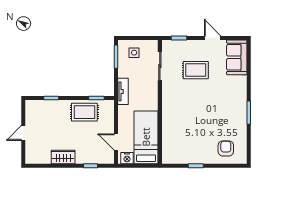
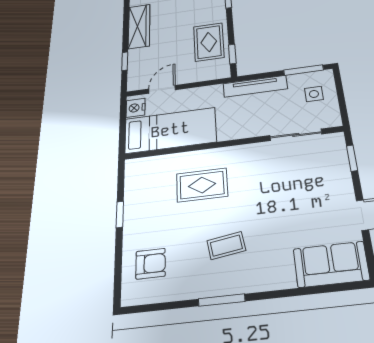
rug: (196, 70) -> (202, 185), moved, turned 90
tv unit: (123, 91) -> (255, 86), width x1.41
coffee table: (221, 109) -> (226, 246), added
wardrobe: (63, 157) -> (139, 26), width x1.50

